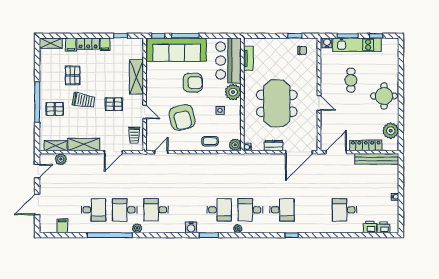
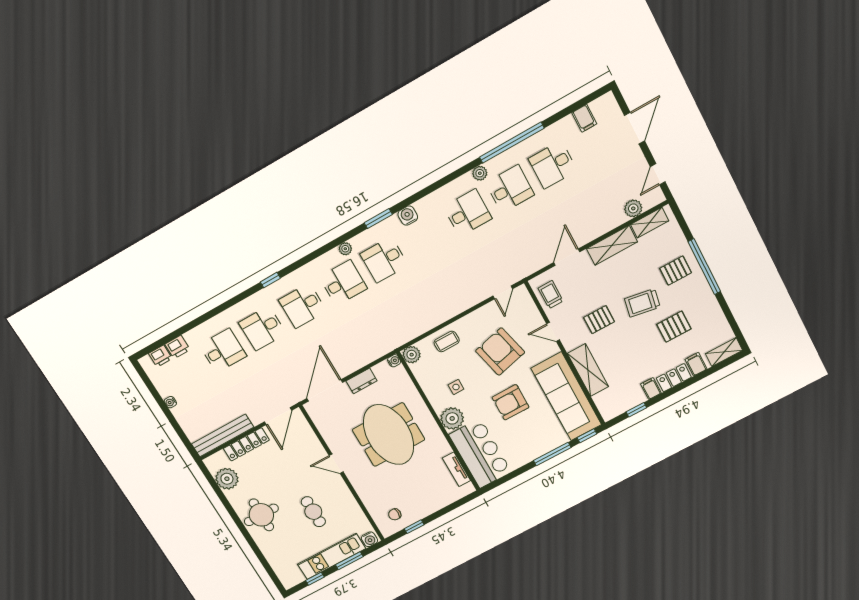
sofa: (177, 50) -> (566, 397), moved, turned -90
pallet: (72, 75) -> (674, 327), turned 90
desk: (313, 210) -> (262, 328), added

